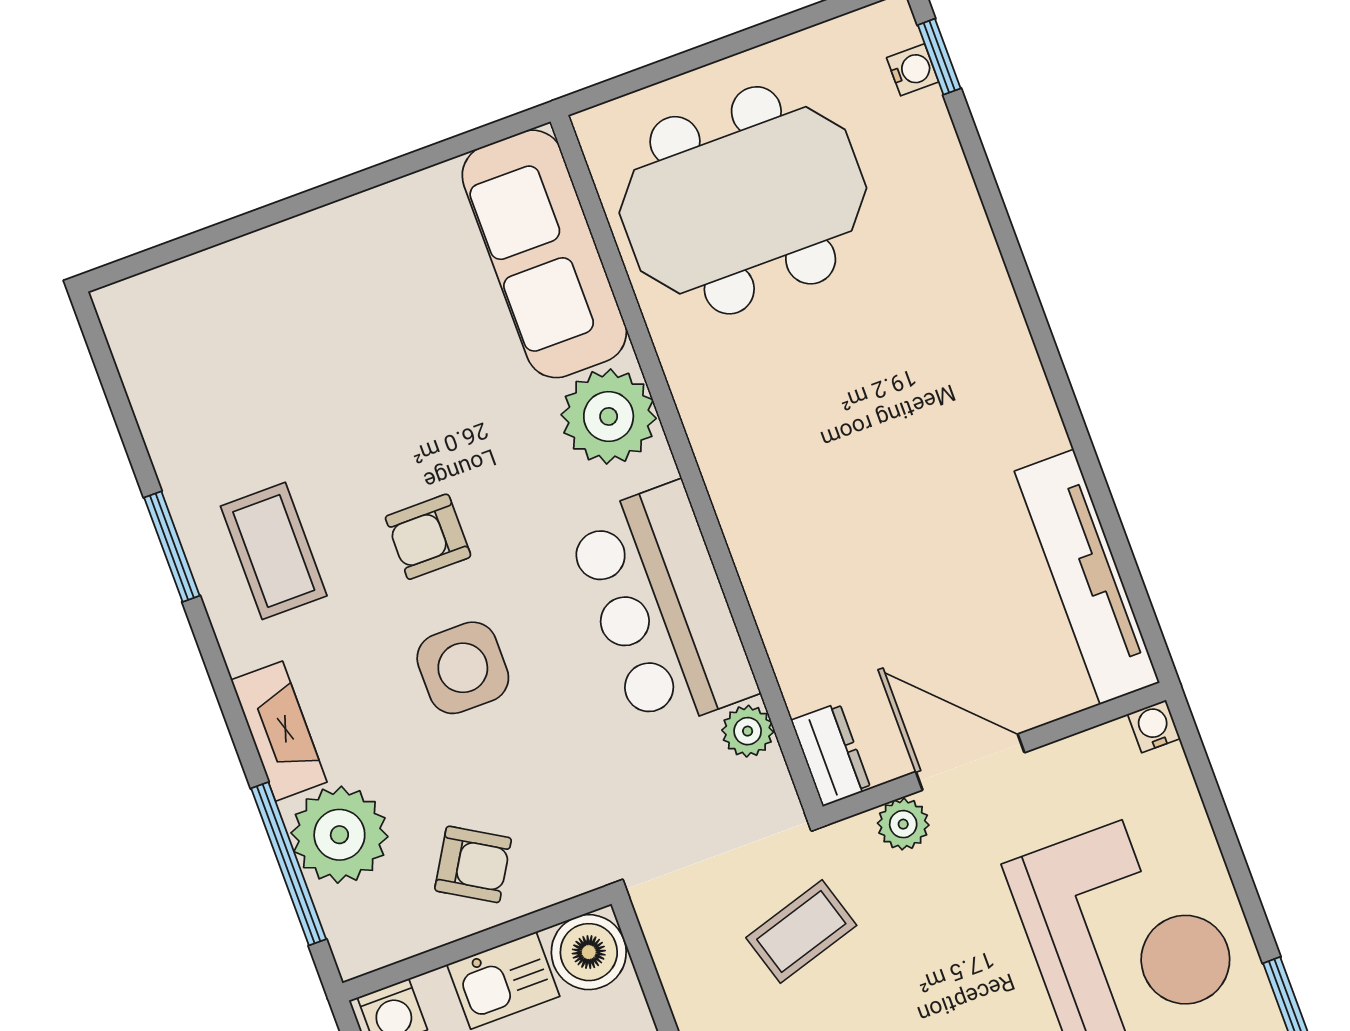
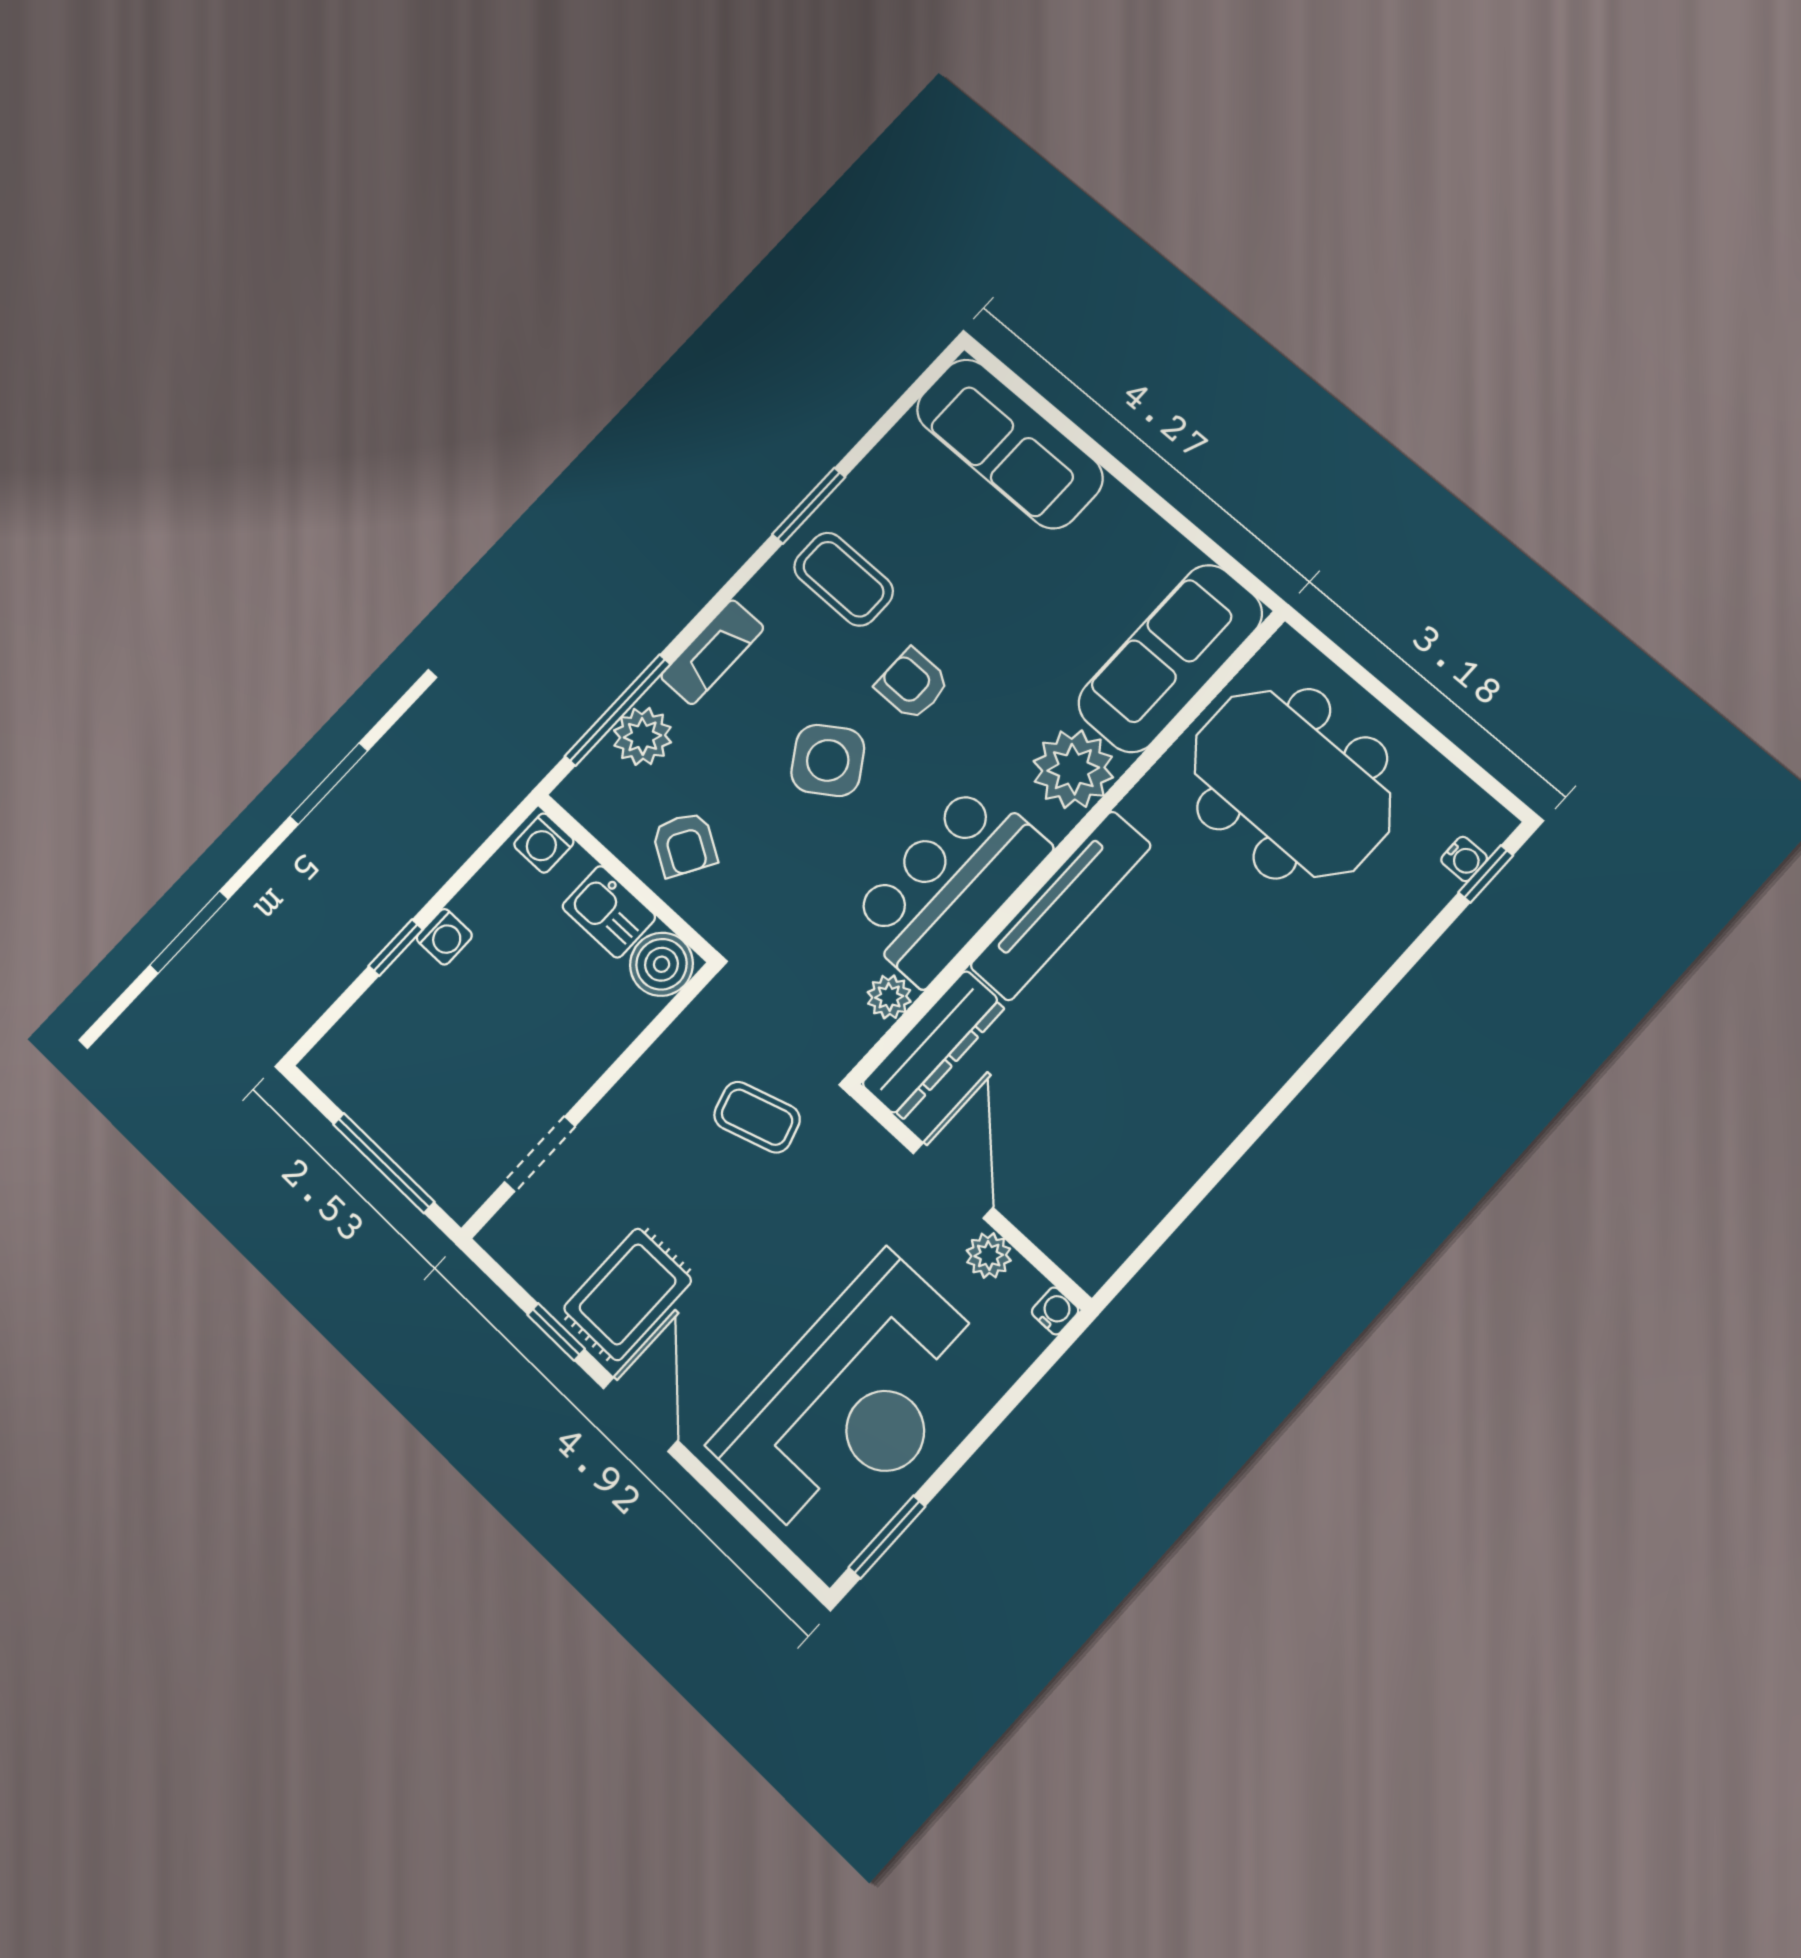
sofa: (219, 298) -> (1010, 444), added
coffee table: (274, 551) -> (844, 579), turned 90
tv unit: (1087, 577) -> (1061, 906), moved, turned 180
side table: (463, 668) -> (828, 760), turned -34
dresser: (831, 755) -> (934, 1045), width x1.96, depth x1.24
plant: (903, 824) -> (989, 1255), moved
plant: (339, 835) -> (642, 736), width x0.73, depth x0.73

